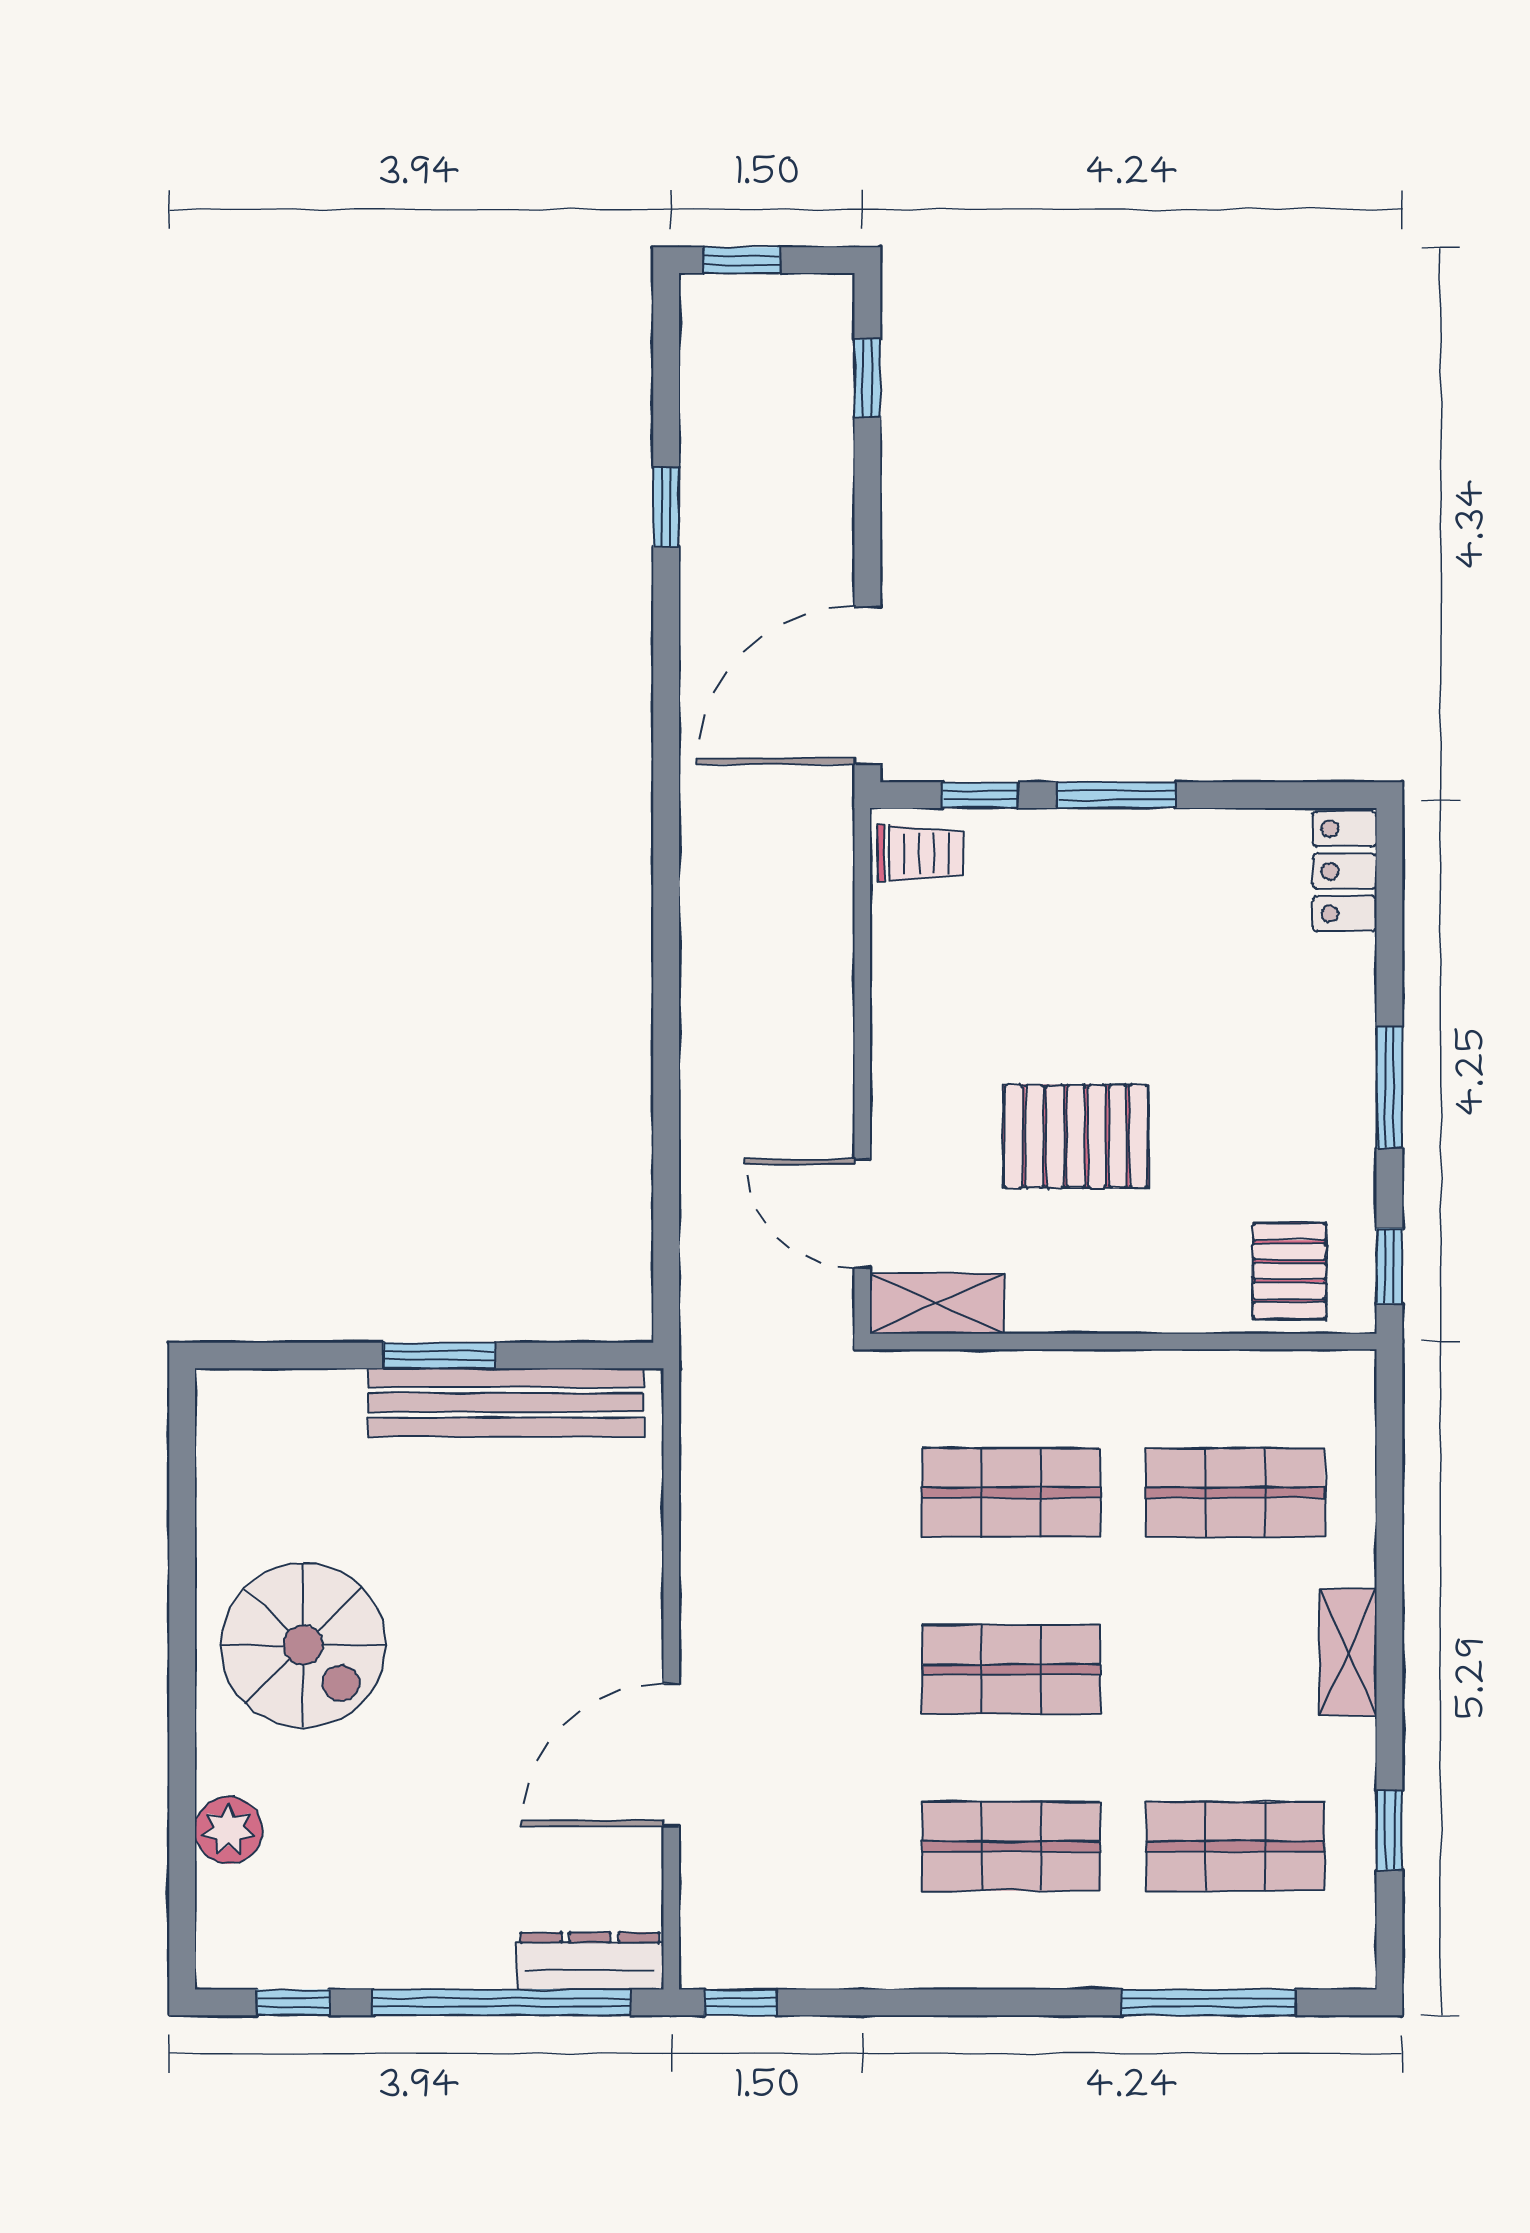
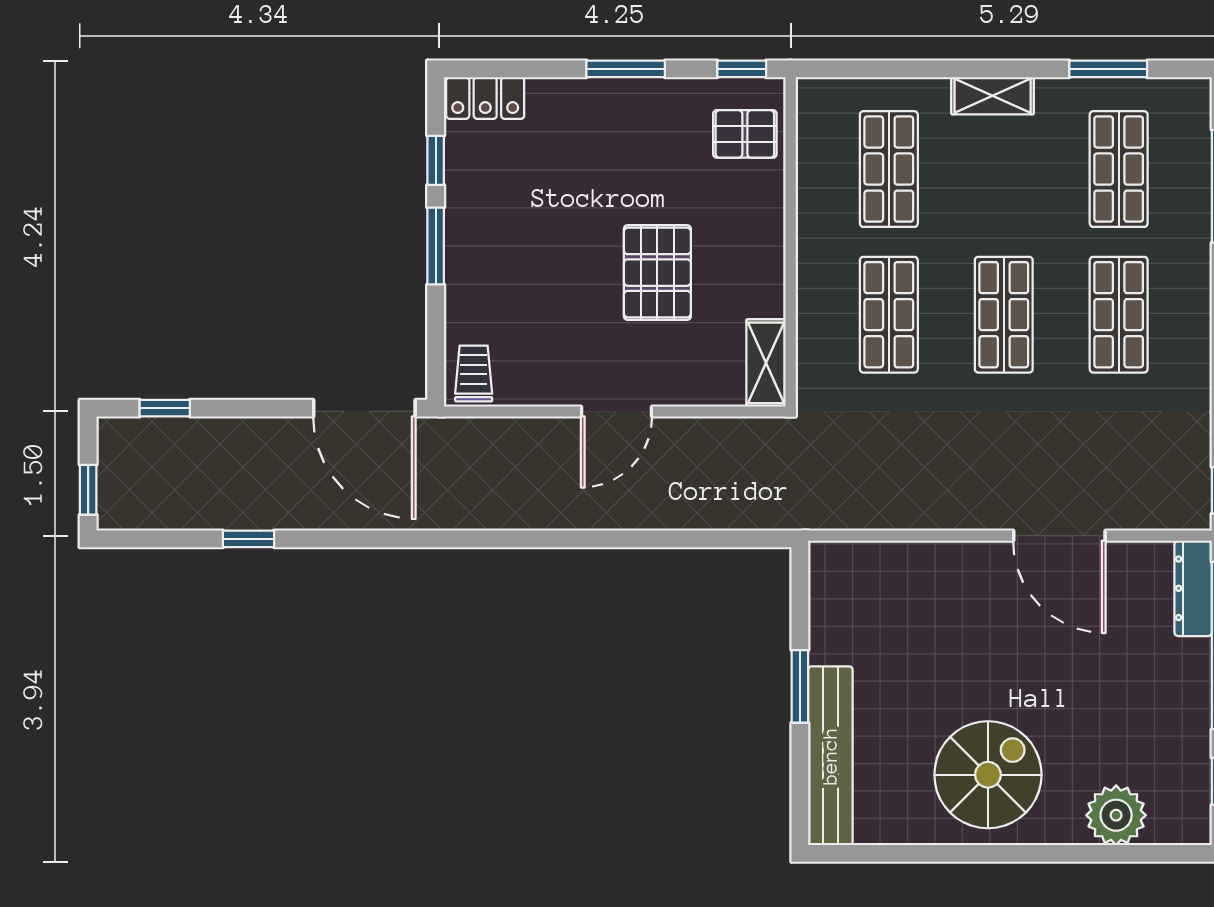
window: (980, 795) -> (436, 160), moved
door: (862, 1214) -> (617, 411), moved
bench: (506, 1402) -> (830, 756), moved
plant: (229, 1830) -> (1116, 815), width x1.36, depth x1.36
window: (1389, 1830) -> (1108, 69), width x1.50

